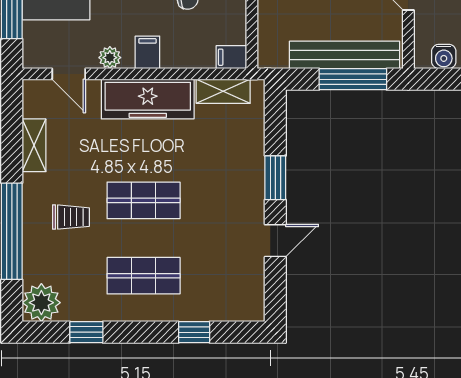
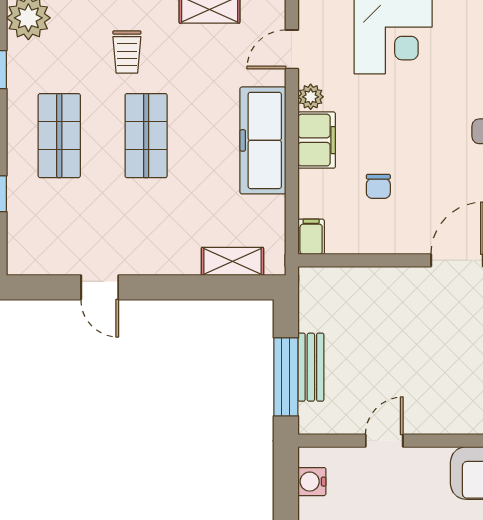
filing cabinet: (147, 52) -> (317, 140), width x2.00
bench: (345, 55) -> (311, 367), width x0.54, depth x0.82
shelving: (223, 91) -> (232, 261), moved, turned 90
window: (275, 178) -> (172, 287), removed

